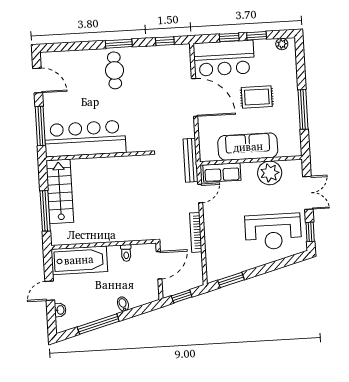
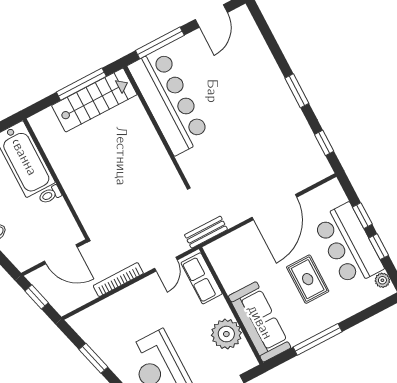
bar counter: (224, 58) -> (348, 245), moved
cafe table: (115, 70) -> (264, 100), removed
sofa: (248, 147) -> (260, 322), moved
bench: (191, 160) -> (206, 232), width x0.73
door: (200, 193) -> (166, 264), hinge flipped
window: (45, 211) -> (81, 84), moved
toilet: (126, 253) -> (50, 195), moved
window: (231, 280) -> (93, 358), moved

